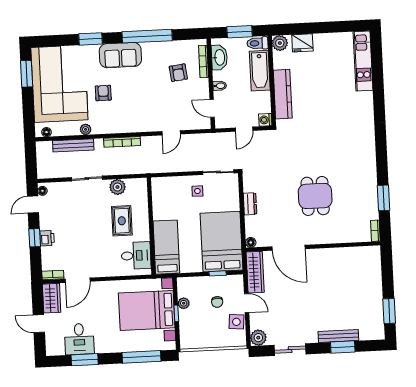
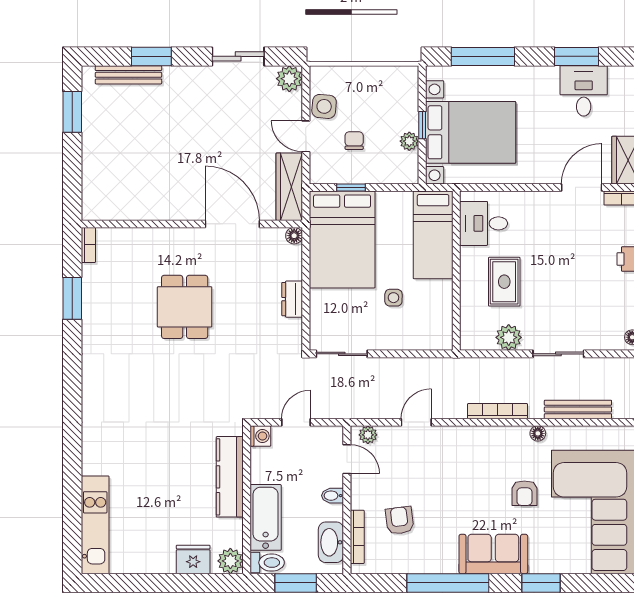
plant: (86, 129) -> (368, 435), moved
floor lamp: (46, 132) -> (538, 433), moved
side table: (197, 191) -> (393, 298), moved
bench: (338, 336) -> (128, 75), moved

